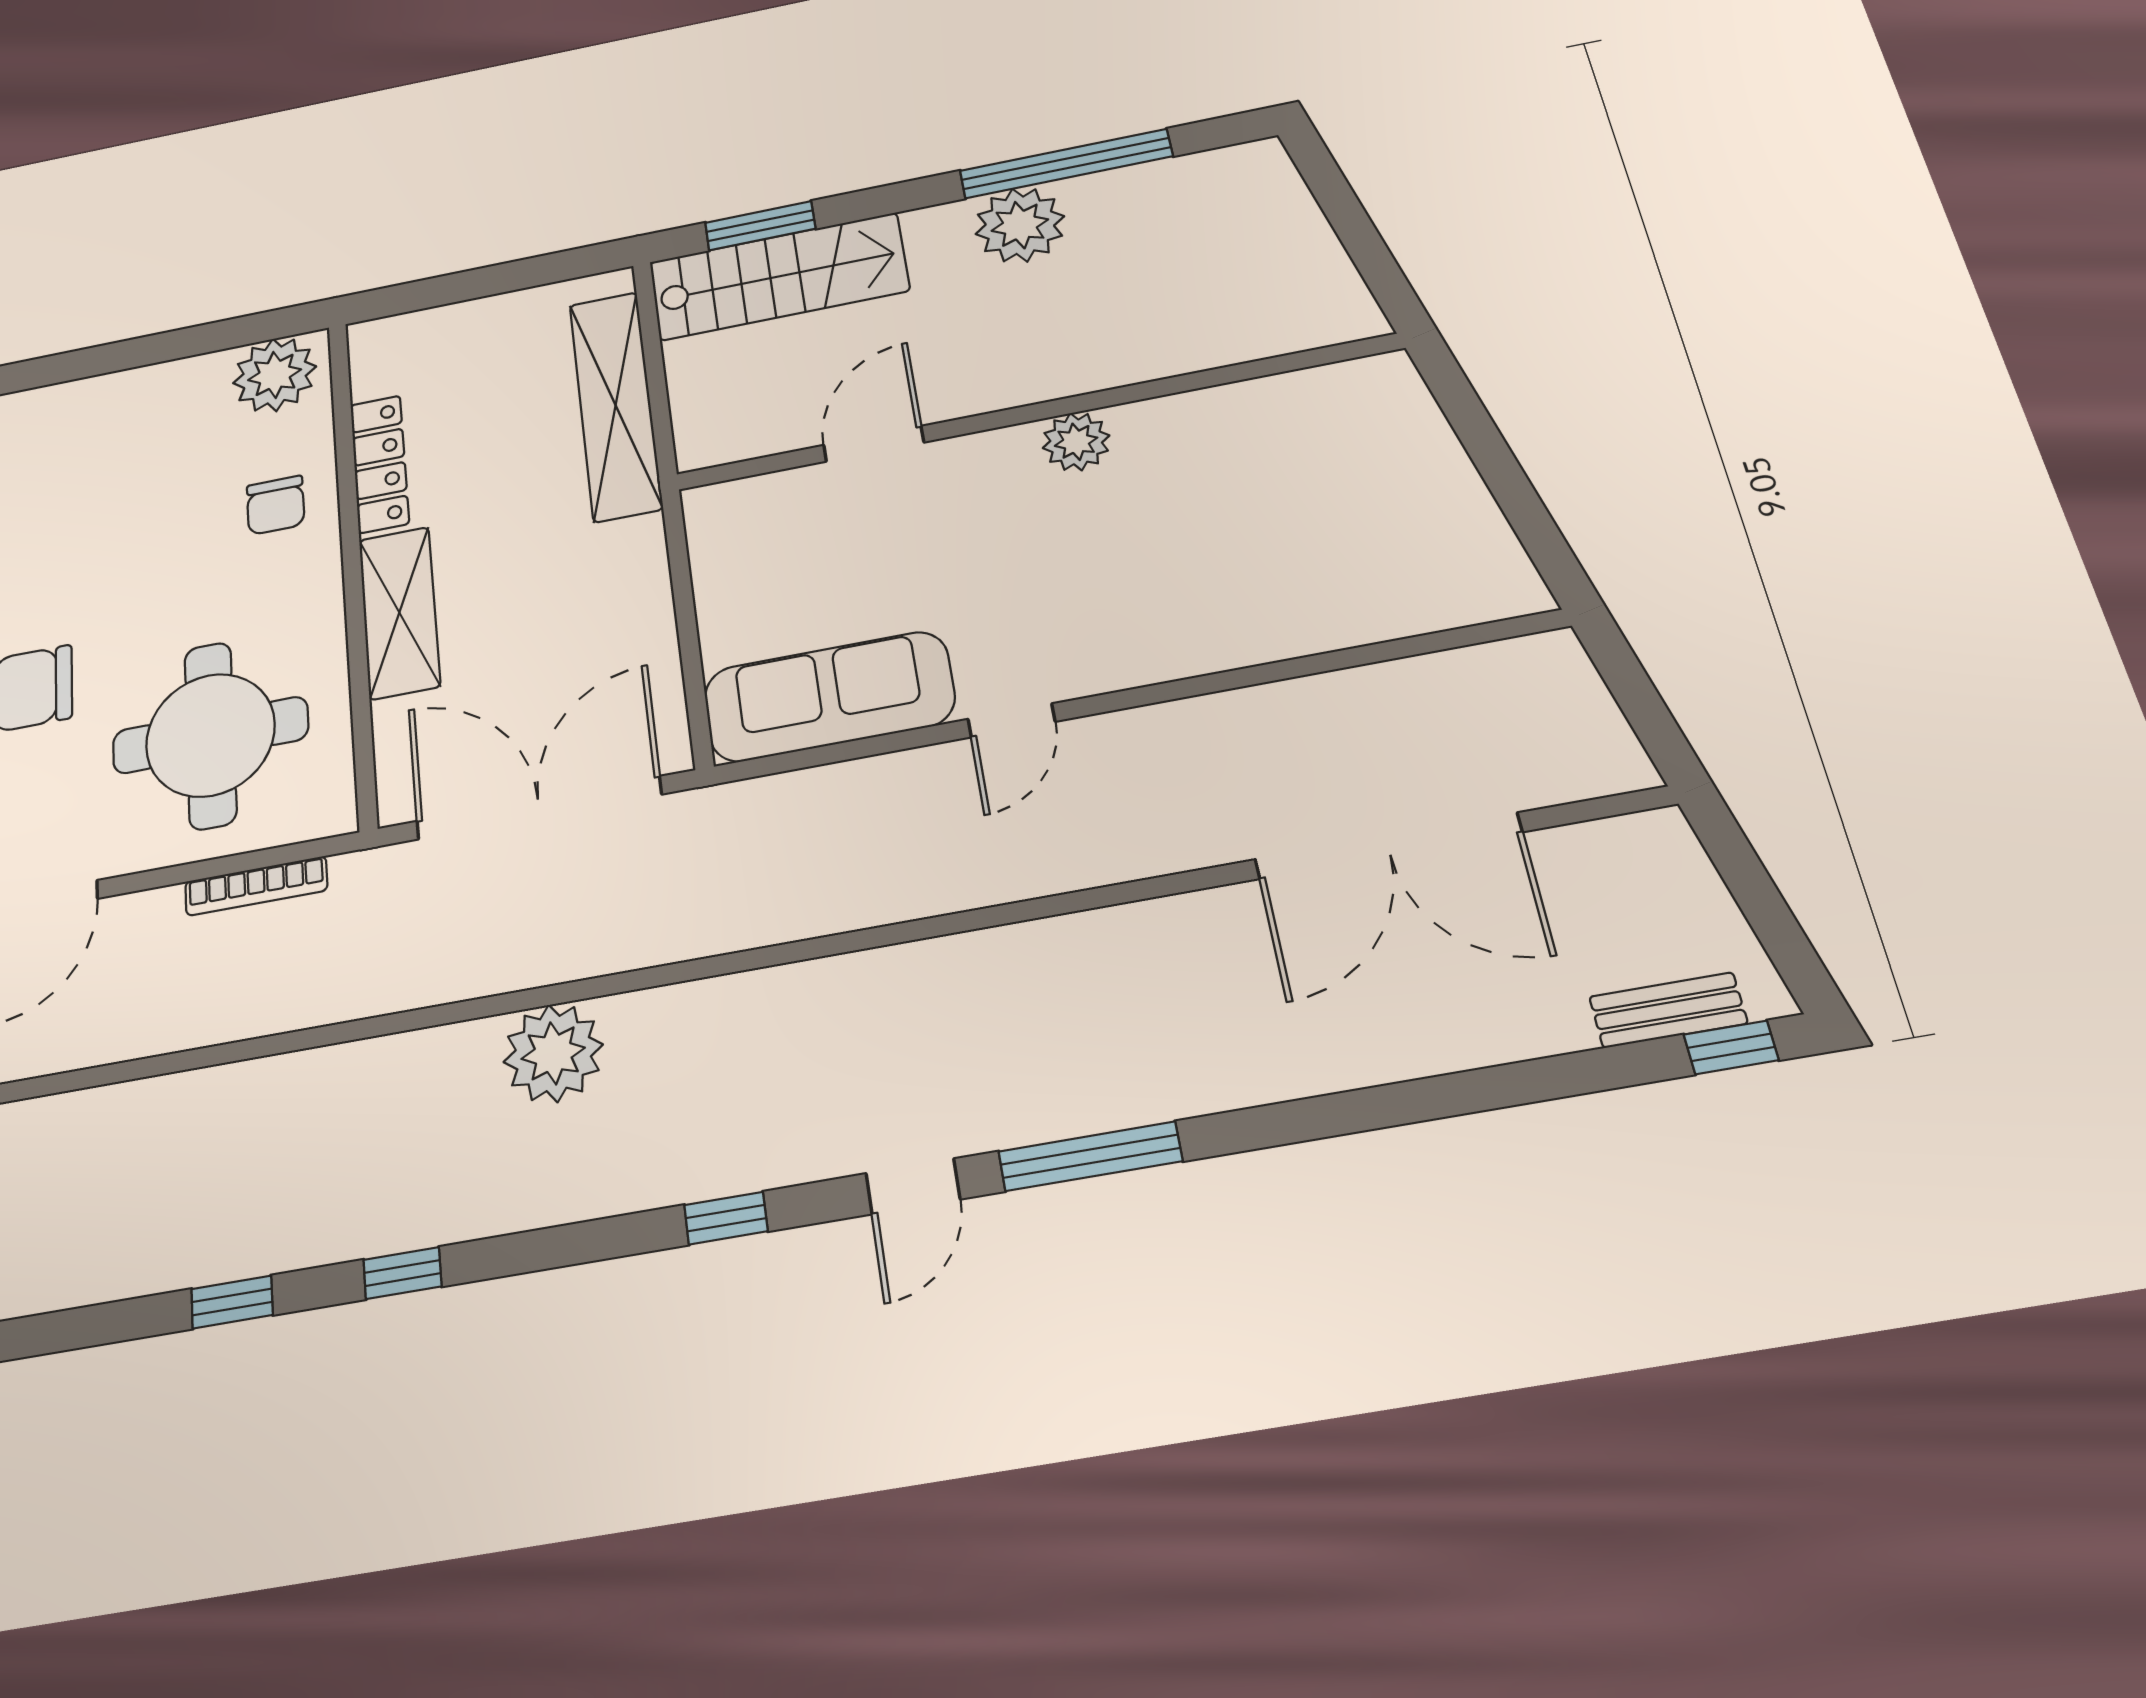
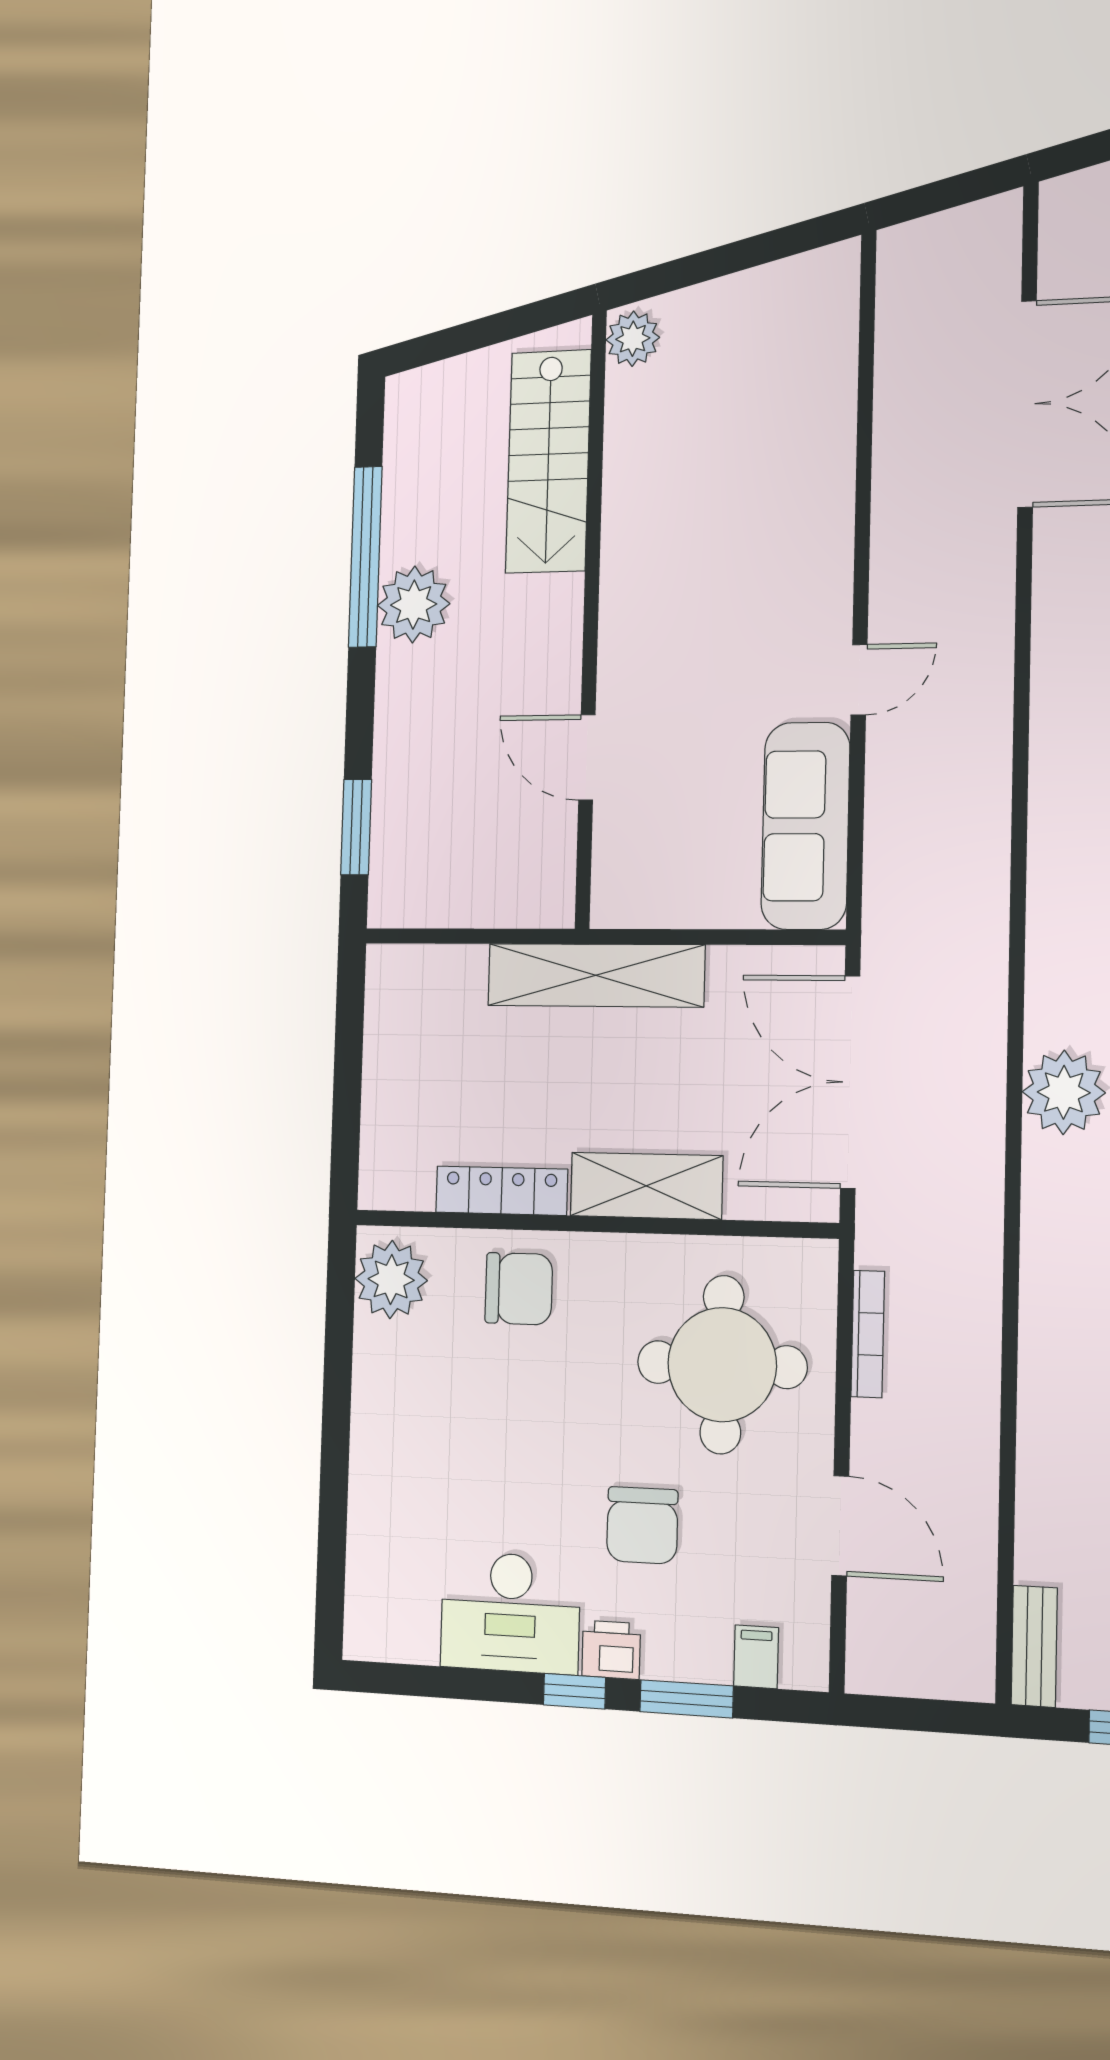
stairs: (779, 276) -> (548, 461), moved, turned 180
shelving: (616, 405) -> (596, 975), moved
plant: (1076, 442) -> (633, 339), moved
chair: (276, 505) -> (519, 1289), width x1.37, depth x1.37
door: (1011, 720) -> (859, 680), hinge flipped

